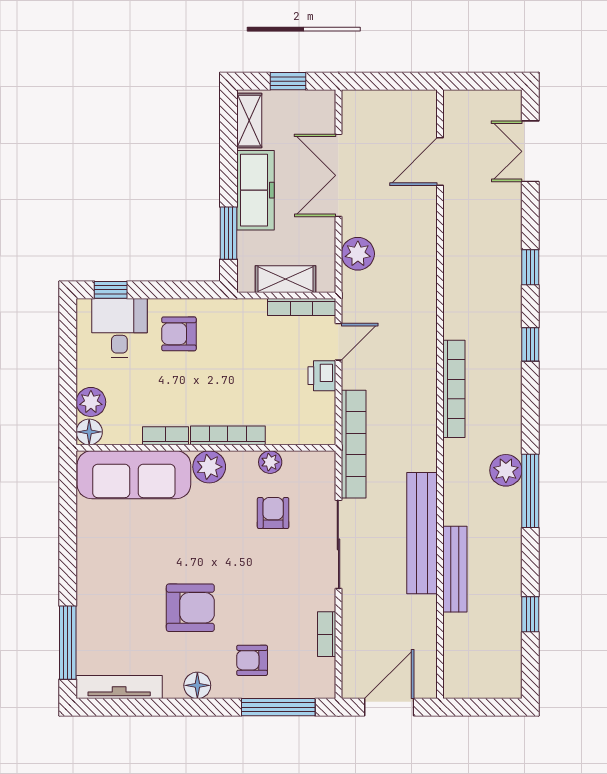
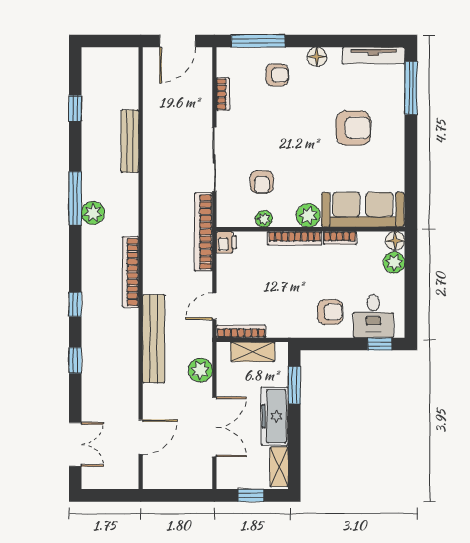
printer: (322, 376) -> (226, 242), moved
bench: (422, 533) -> (154, 339), moved
armchair: (190, 608) -> (353, 128), moved, turned 180

